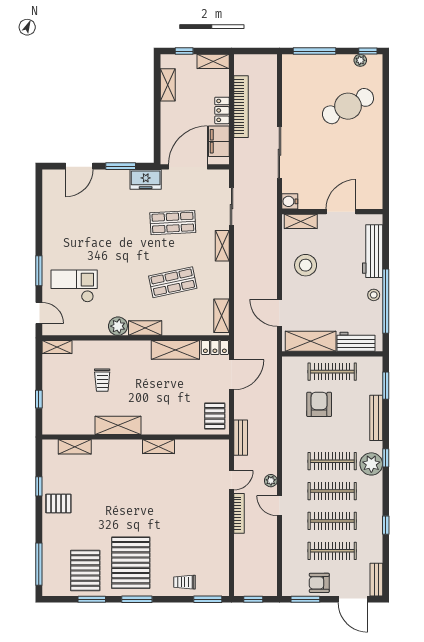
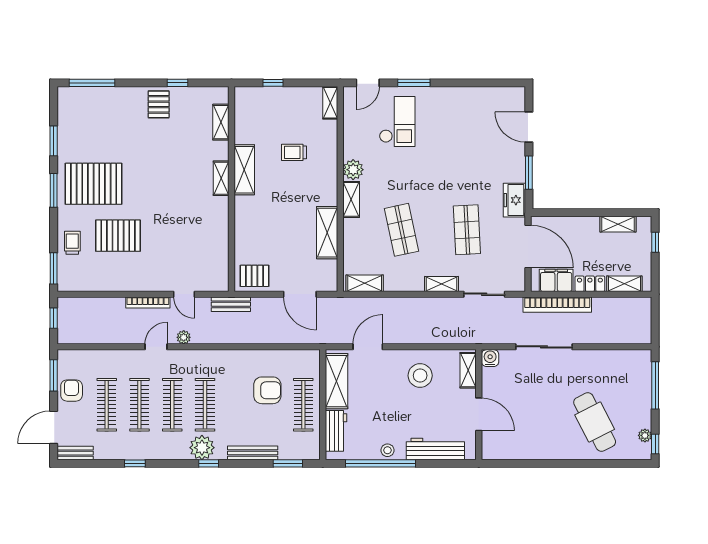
shelving: (213, 61) -> (624, 284), moved, turned 90
bookcase: (241, 107) -> (557, 305), moved
locker: (215, 347) -> (330, 276), removed
shelving: (158, 447) -> (221, 178), moved
pallet: (85, 570) -> (118, 236), moved

